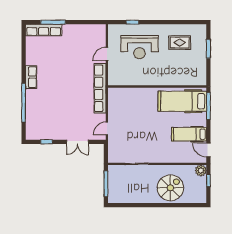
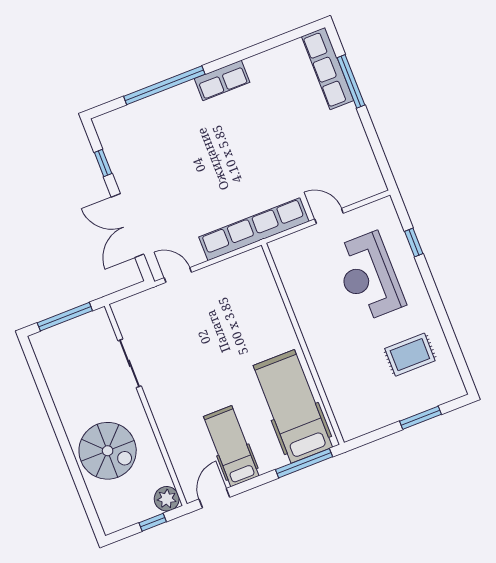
rug: (180, 43) -> (410, 355), turned 90
double door: (77, 142) -> (128, 226), width x1.37

